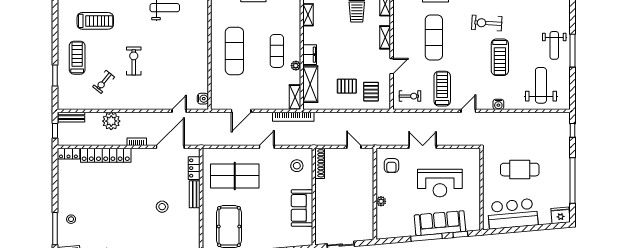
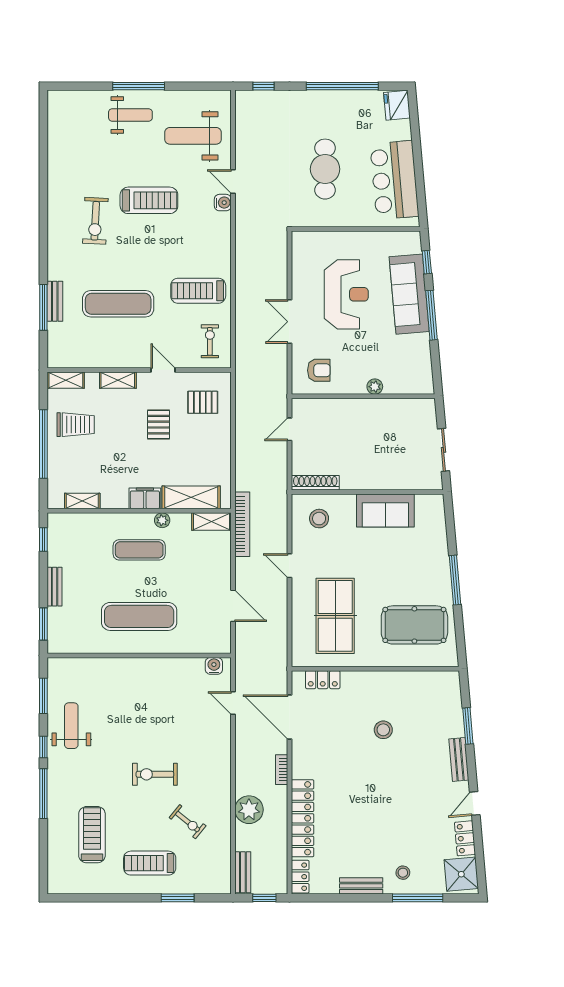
pallet: (347, 86) -> (159, 425), moved
door: (468, 111) -> (233, 182), moved
bench: (195, 194) -> (361, 886), moved

